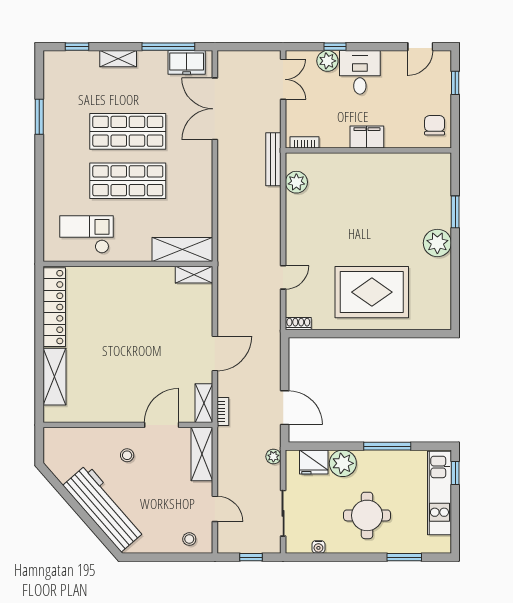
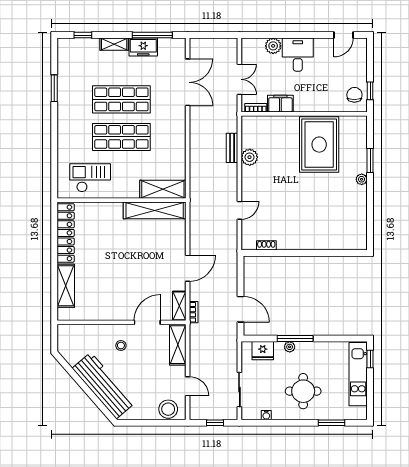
window: (335, 47) -> (279, 35), removed
freezer: (187, 62) -> (143, 47), moved
double door: (283, 79) -> (239, 79), moved
window: (455, 83) -> (370, 91), moved
double door: (215, 109) -> (188, 82), swing flipped
filing cabinet: (367, 137) -> (280, 104), moved
bench: (273, 159) -> (232, 148), moved, width x0.73
plant: (296, 182) -> (250, 157), moved
plant: (437, 243) -> (362, 179), width x0.53, depth x0.53
shelving: (194, 275) -> (155, 210), width x2.20, depth x1.33
rug: (372, 292) -> (319, 145), moved, turned 90
shoe rack: (298, 324) -> (266, 245), moved
window: (387, 446) -> (295, 339), moved
plant: (273, 457) -> (232, 346), removed
plant: (343, 463) -> (290, 347), width x0.53, depth x0.53
stool: (189, 539) -> (168, 409), width x1.89, depth x1.89

